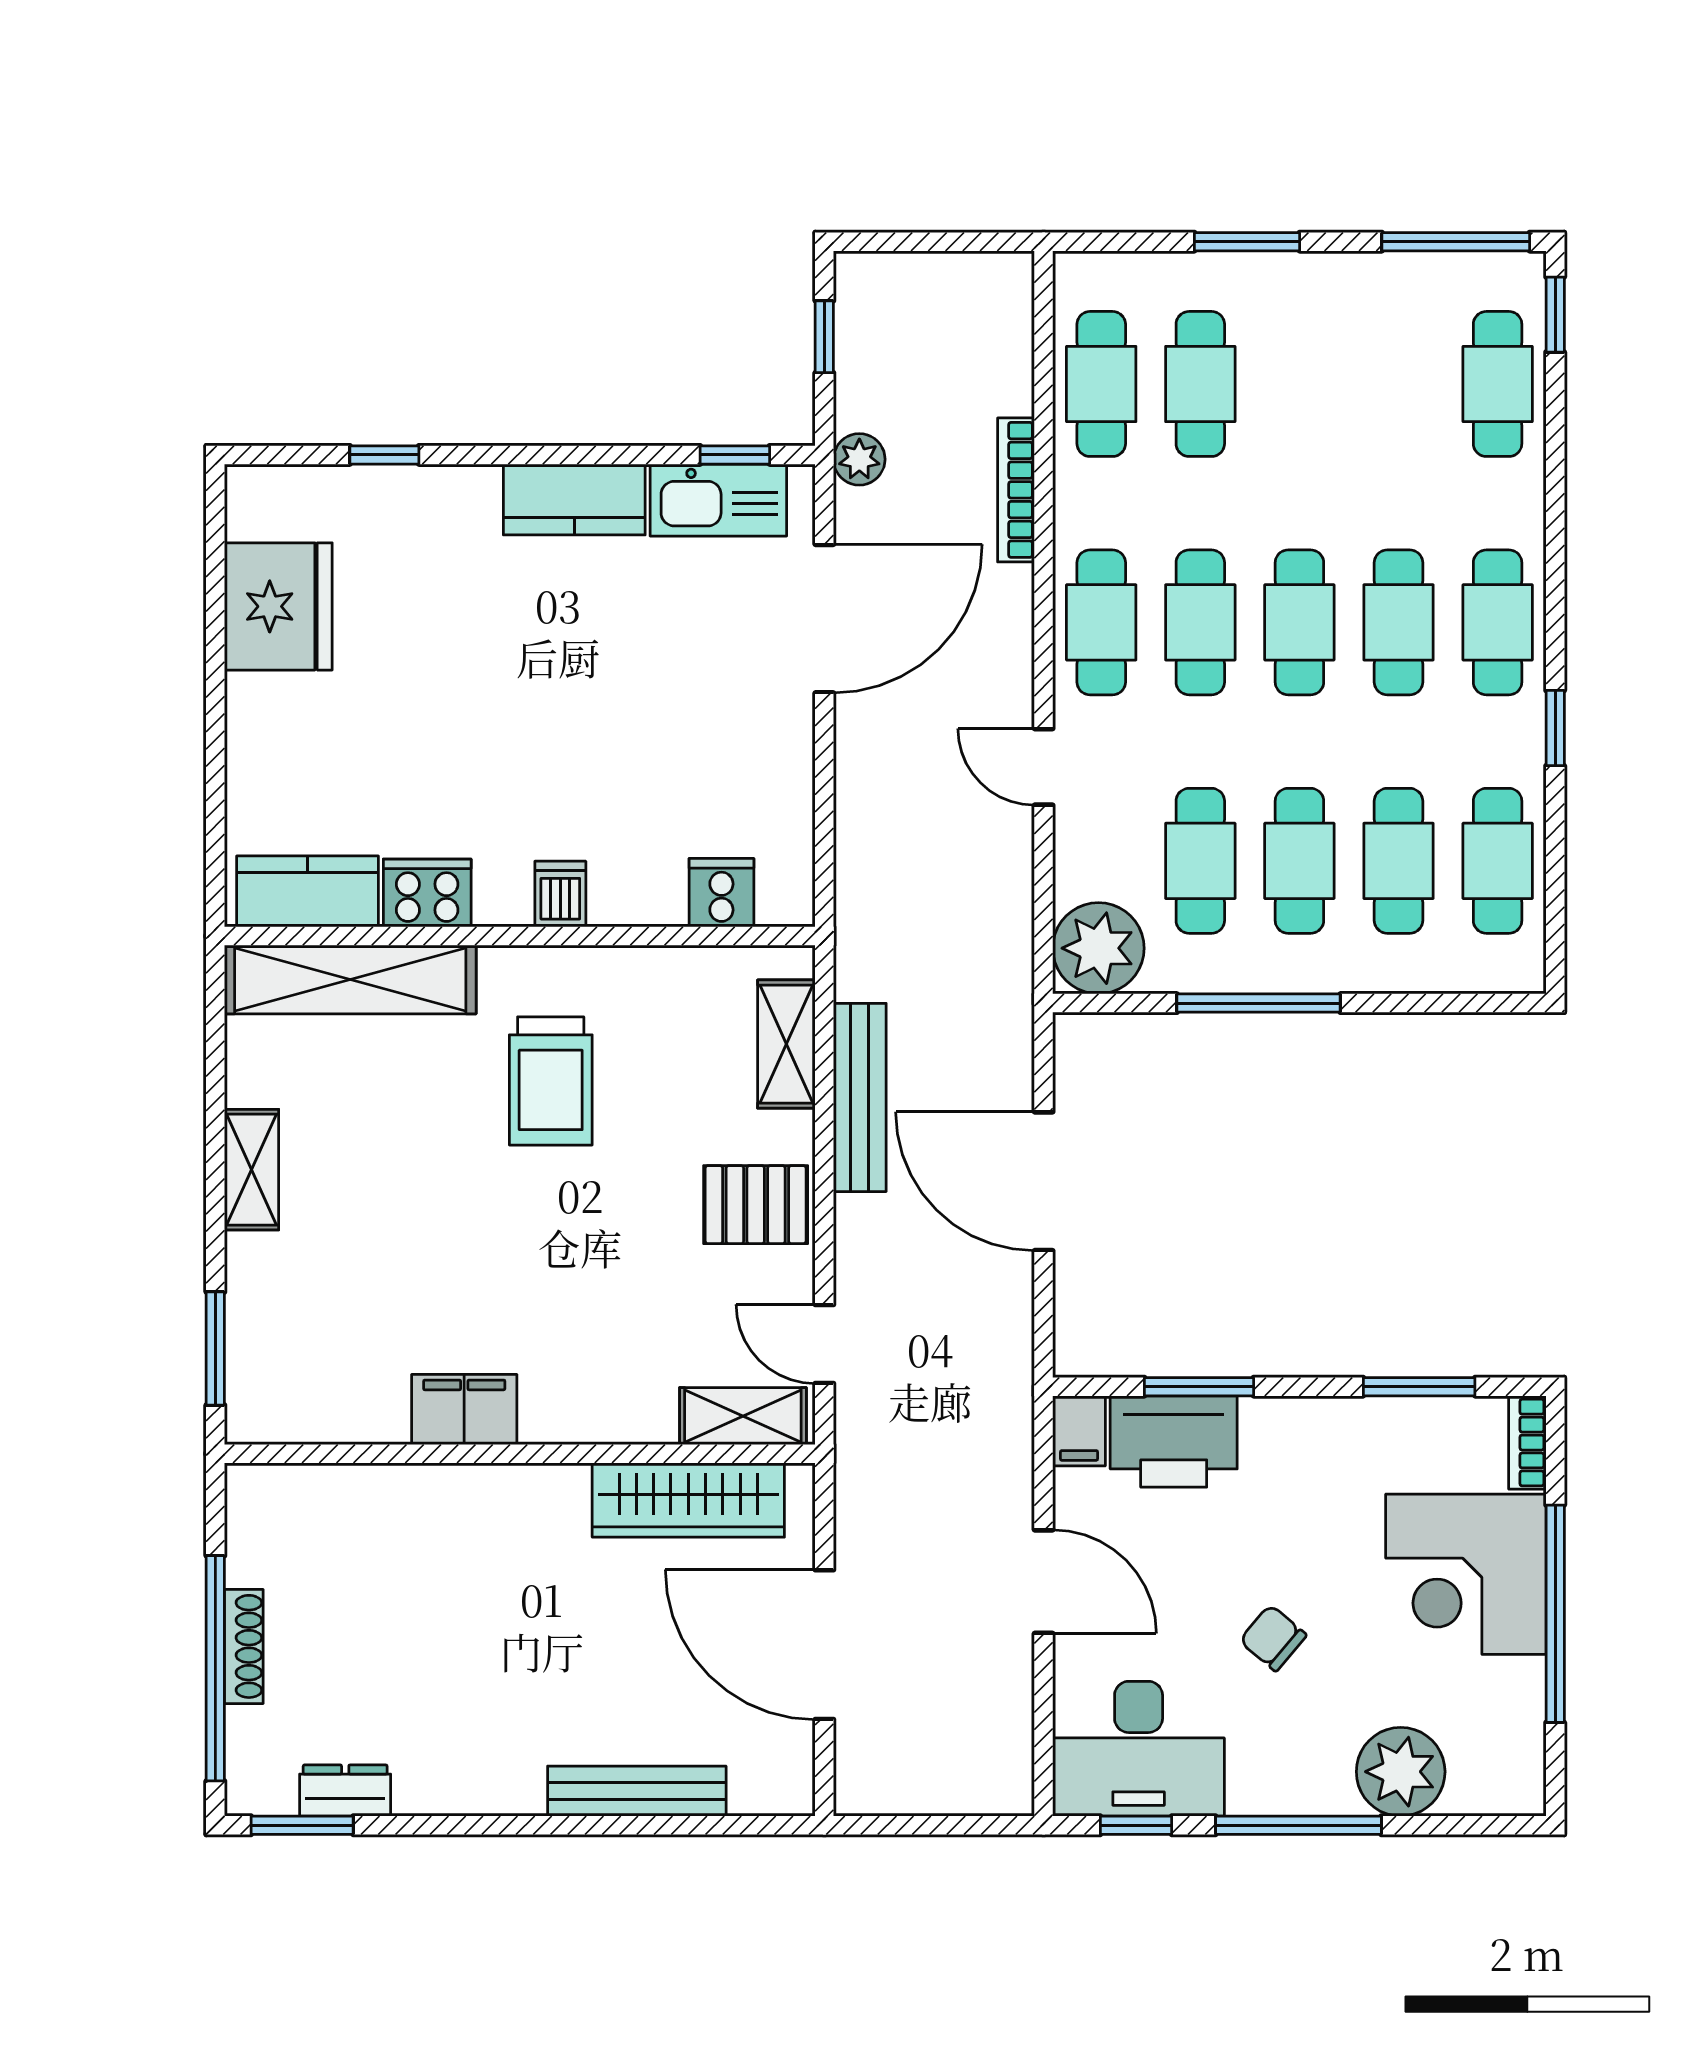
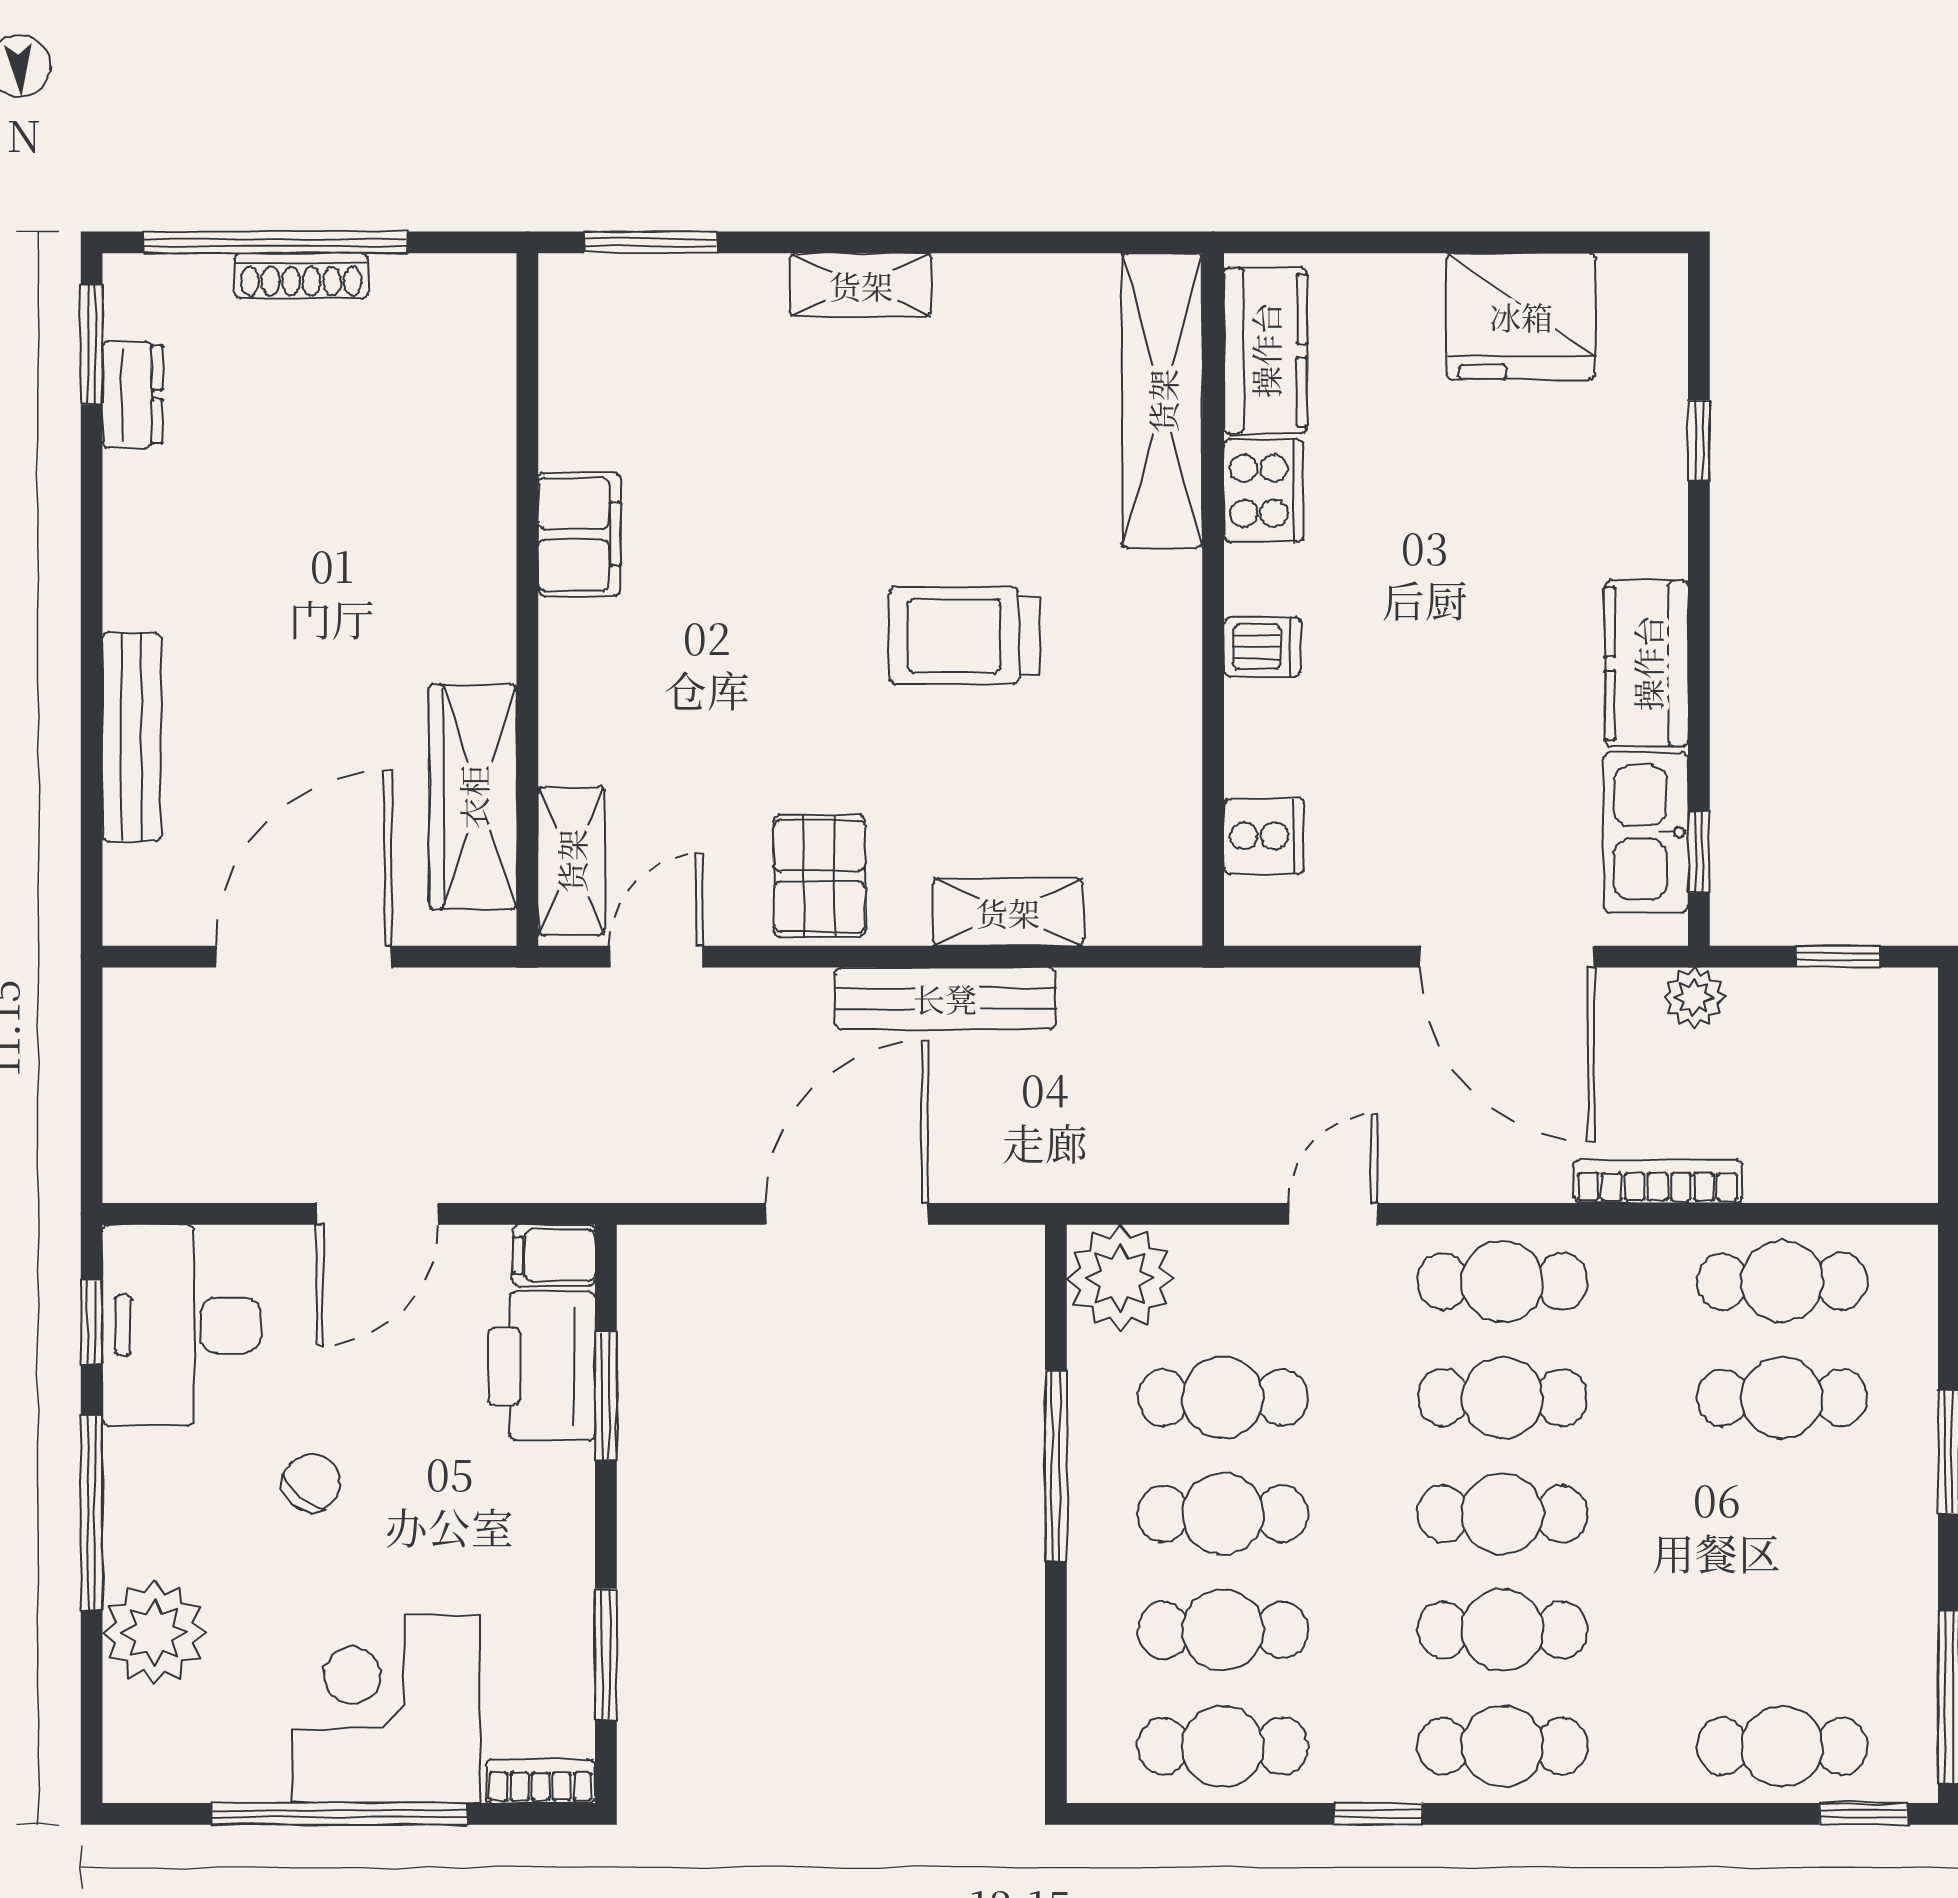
kitchen counter: (307, 891) -> (1265, 350), moved
cooker: (427, 893) -> (1264, 491), moved
cooker: (721, 893) -> (1264, 836), moved
dishwasher: (560, 894) -> (1262, 647), moved
wall: (520, 936) -> (1213, 599), moved
shelving: (350, 979) -> (1162, 401), moved

